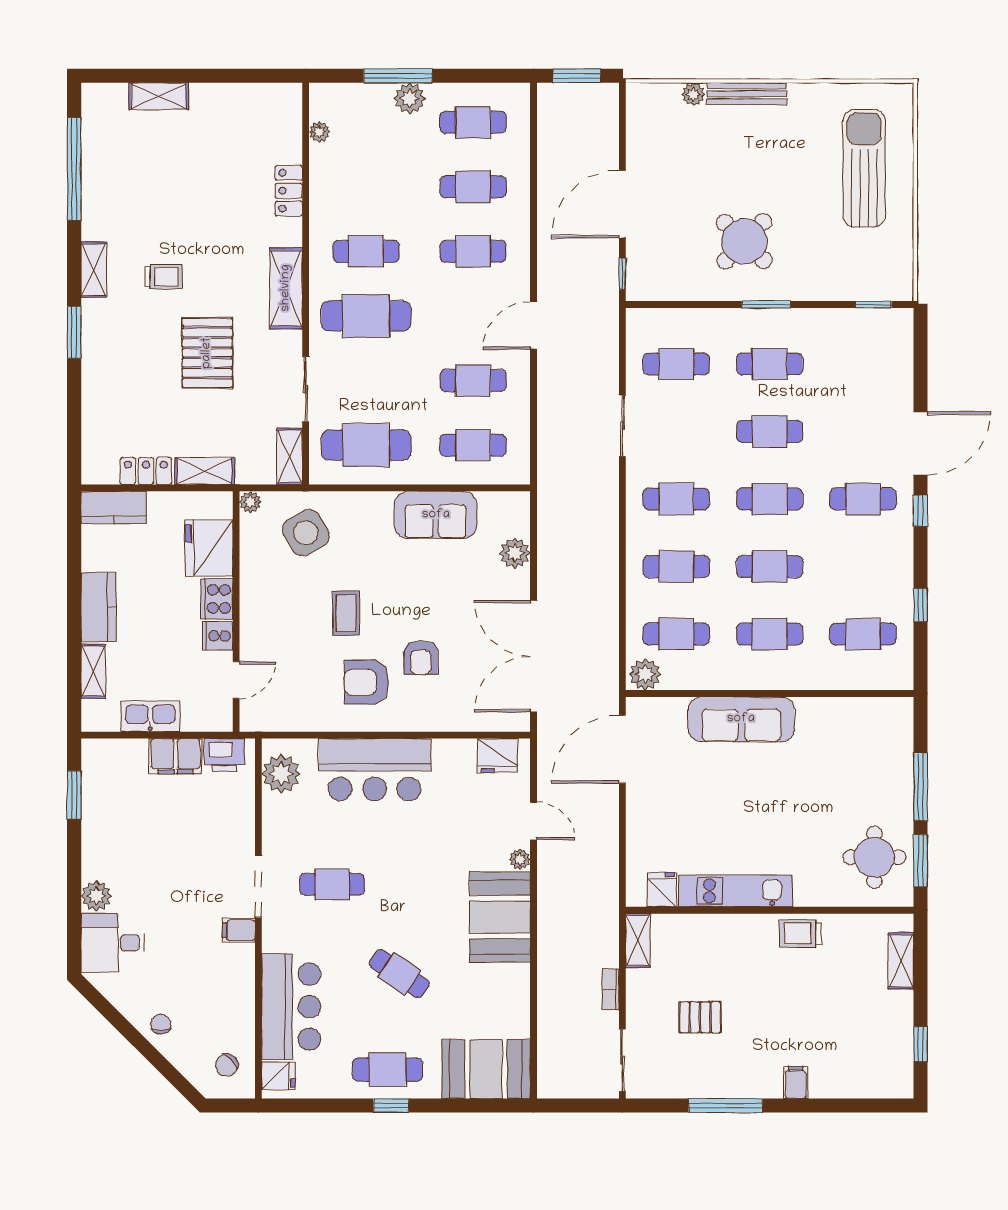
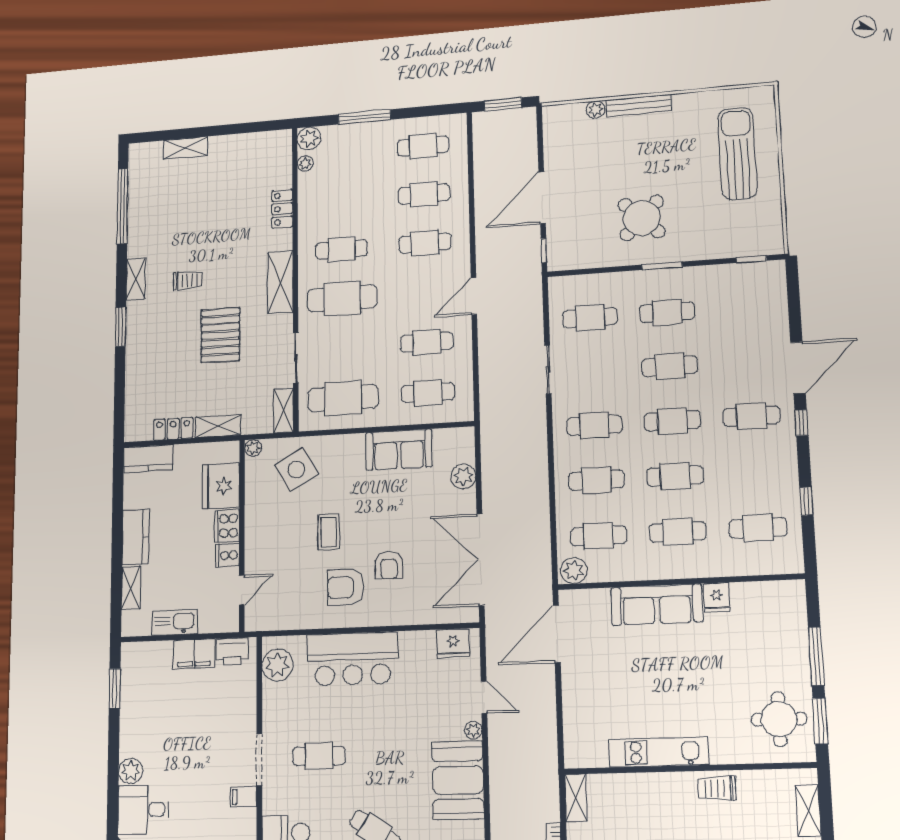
plant: (410, 98) -> (309, 138), moved
fridge: (662, 890) -> (717, 597), moved, turned 180

